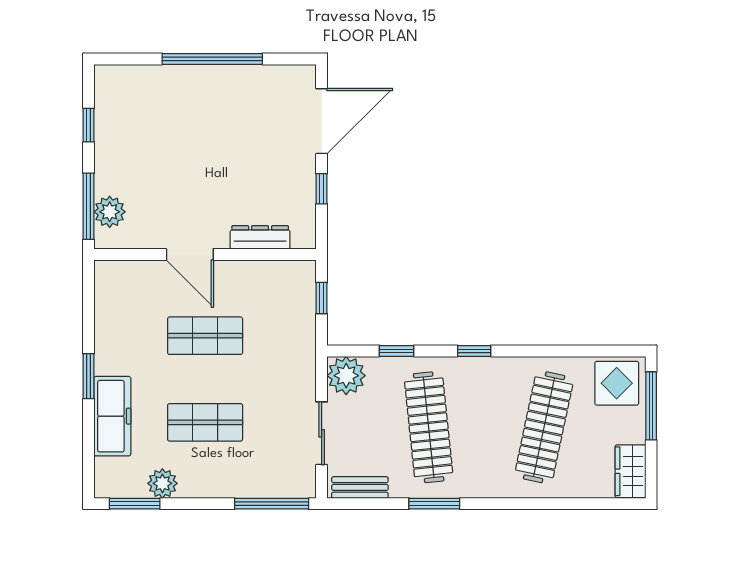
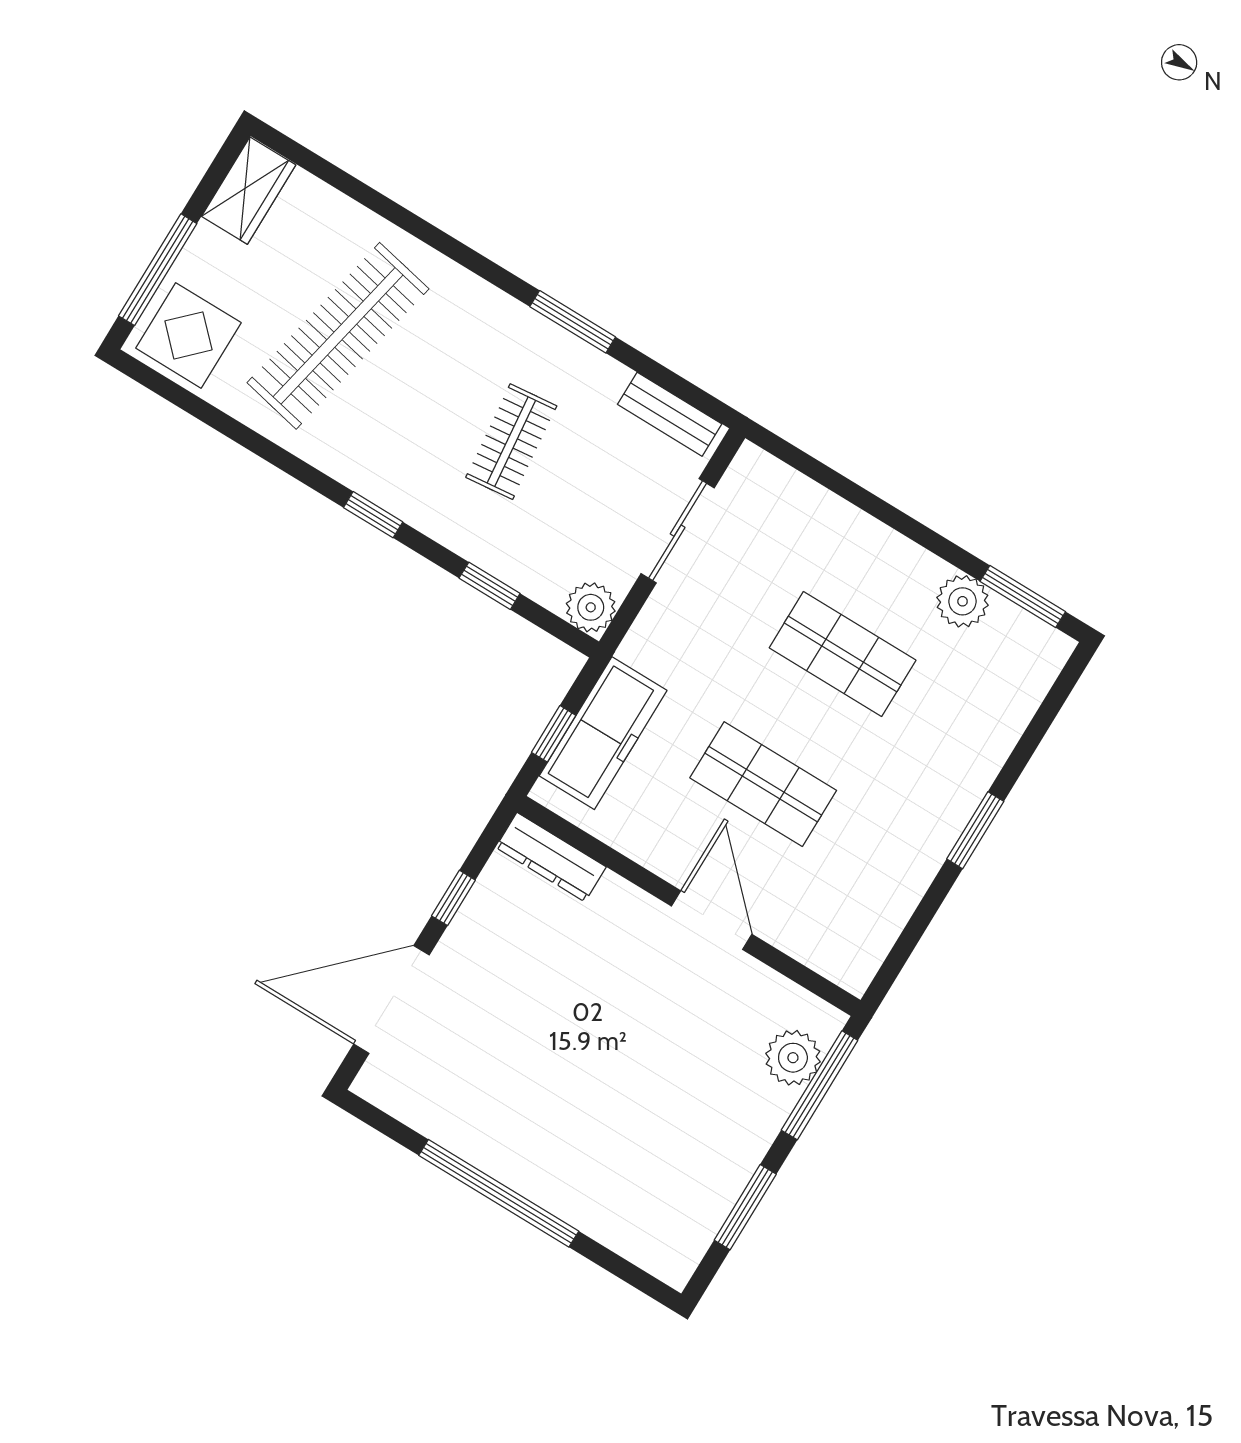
window: (89, 125) -> (745, 1207), width x1.50
dresser: (260, 237) -> (551, 857), moved
plant: (346, 376) -> (591, 607), width x0.73, depth x0.73
freezer: (112, 416) -> (603, 733), moved, turned 180
clothes rail: (429, 427) -> (511, 442), width x0.54, depth x0.76
window: (272, 504) -> (817, 471), removed

